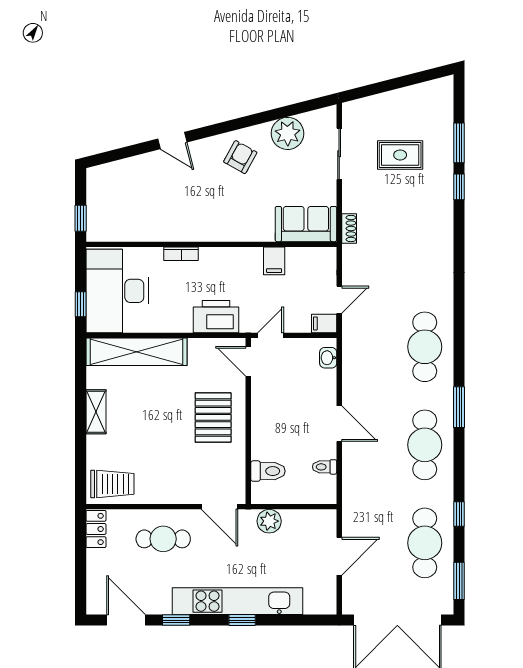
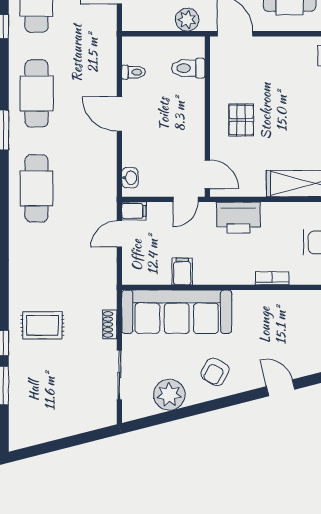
rug: (400, 155) -> (42, 325), moved
sofa: (306, 224) -> (177, 312), width x1.85, depth x1.27
shoe rack: (349, 229) -> (110, 324), moved
pallet: (213, 417) -> (241, 120), width x0.67, depth x0.71

